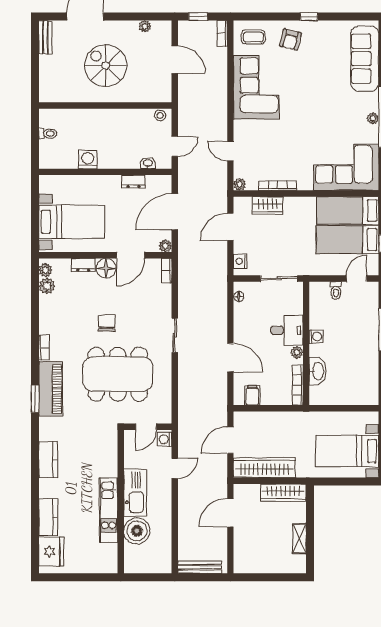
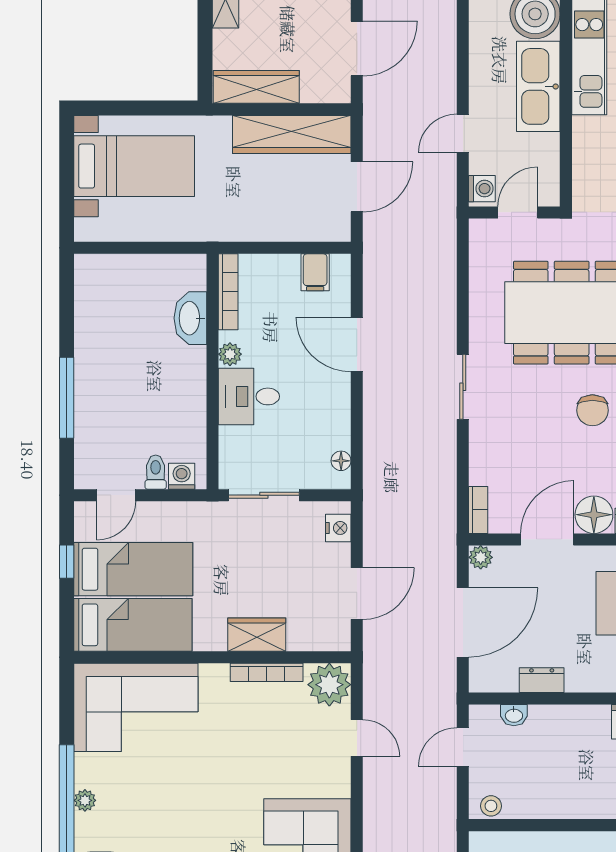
plant: (240, 184) -> (329, 685), width x1.88, depth x1.88
wardrobe: (268, 205) -> (257, 635), moved
washing machine: (316, 337) -> (182, 476), moved, turned 90

